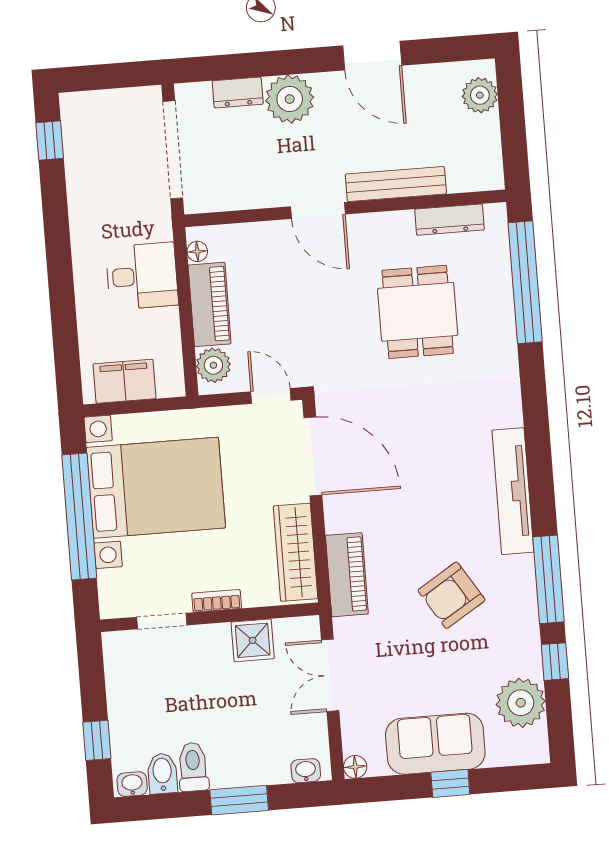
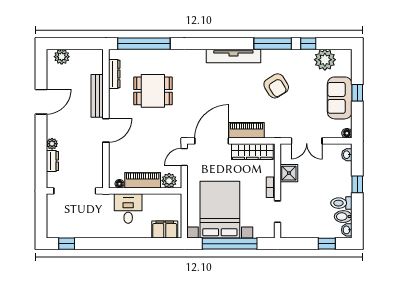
plant: (290, 99) -> (52, 144), width x0.53, depth x0.53
filing cabinet: (125, 381) -> (165, 230), moved, turned 90
piano: (347, 575) -> (247, 130), moved
window: (239, 800) -> (357, 184), width x0.67

